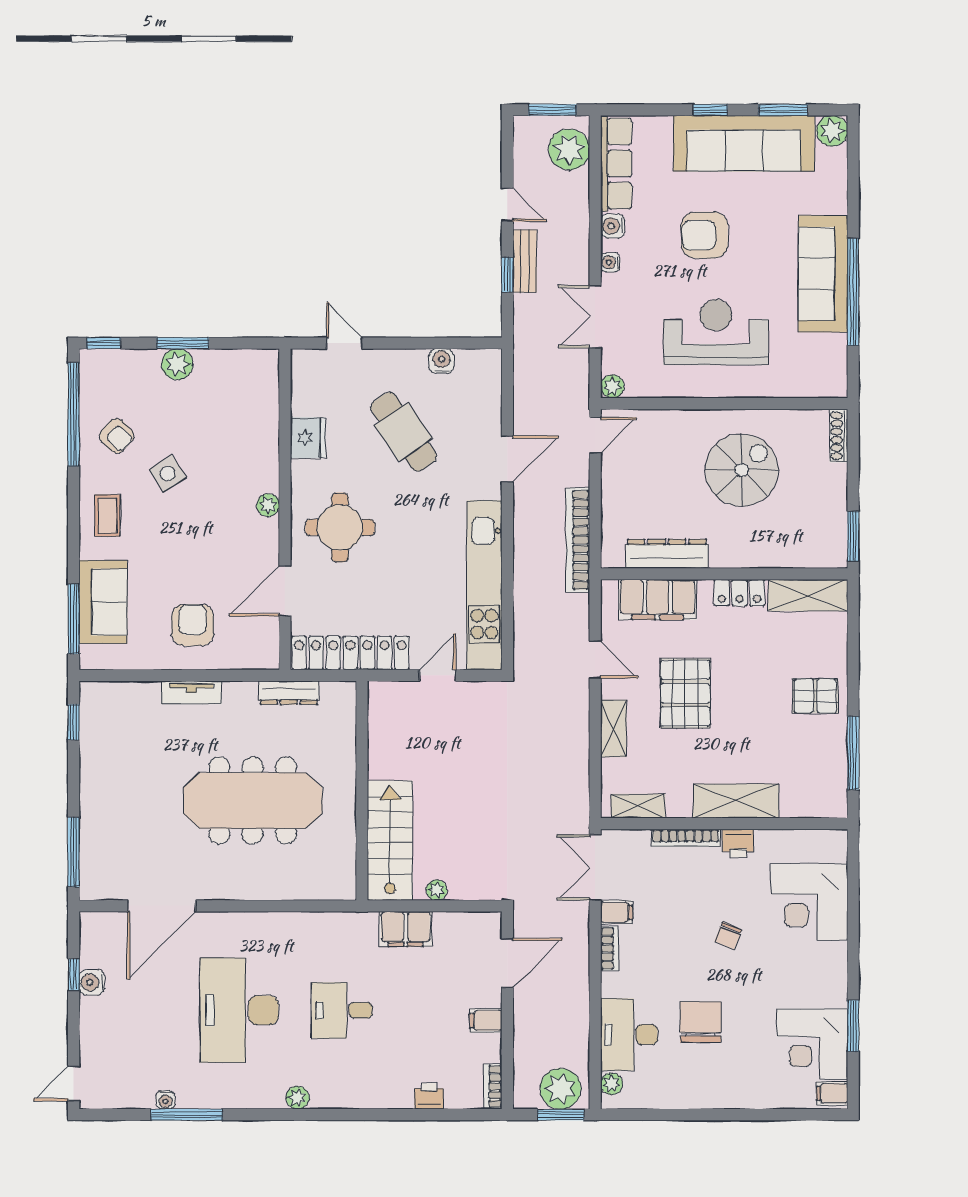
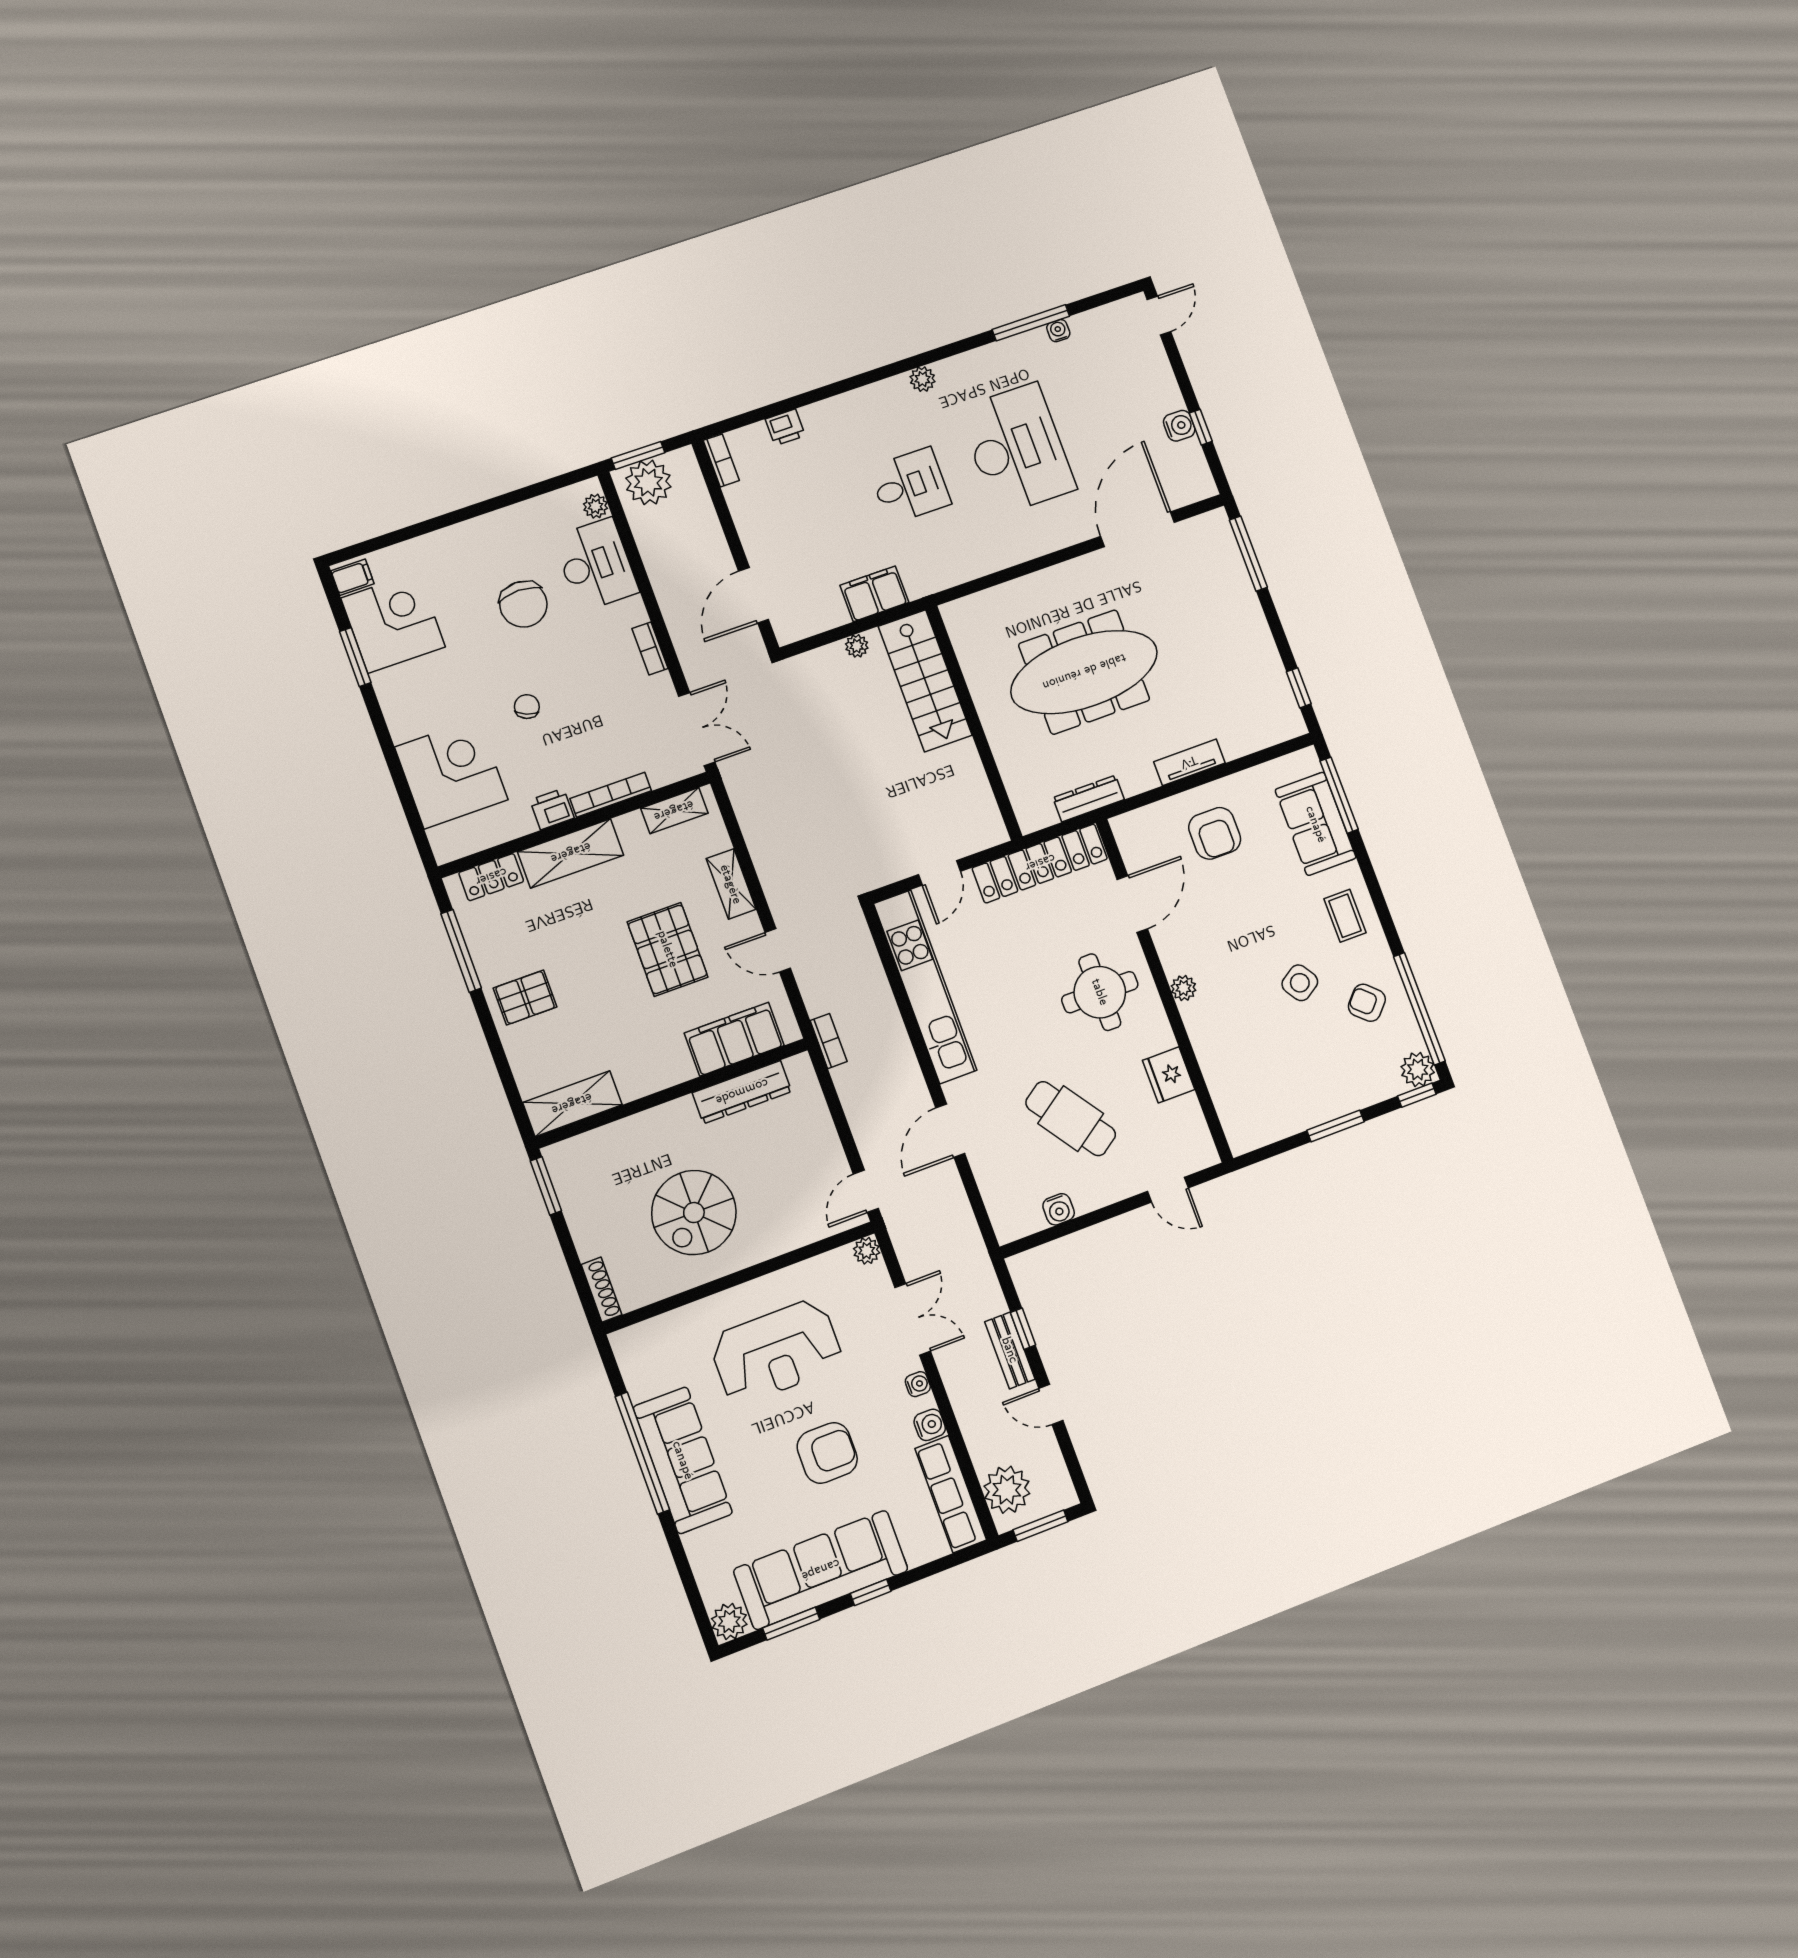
plant: (177, 364) -> (1418, 1070), moved
bookcase: (578, 540) -> (829, 1041), width x0.43, depth x0.76
locker: (739, 593) -> (491, 877), moved, turned 180
filing cabinet: (617, 912) -> (656, 690), removed
filing cabinet: (486, 1021) -> (754, 527), removed

